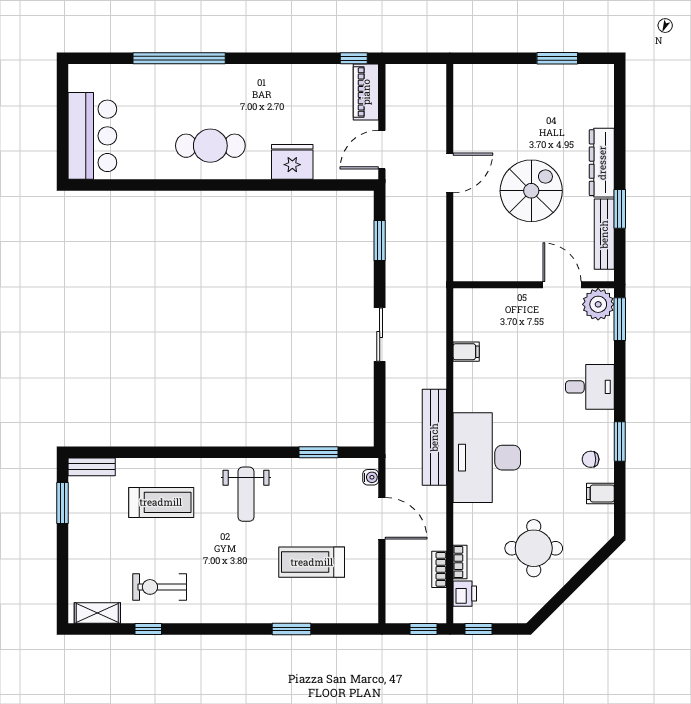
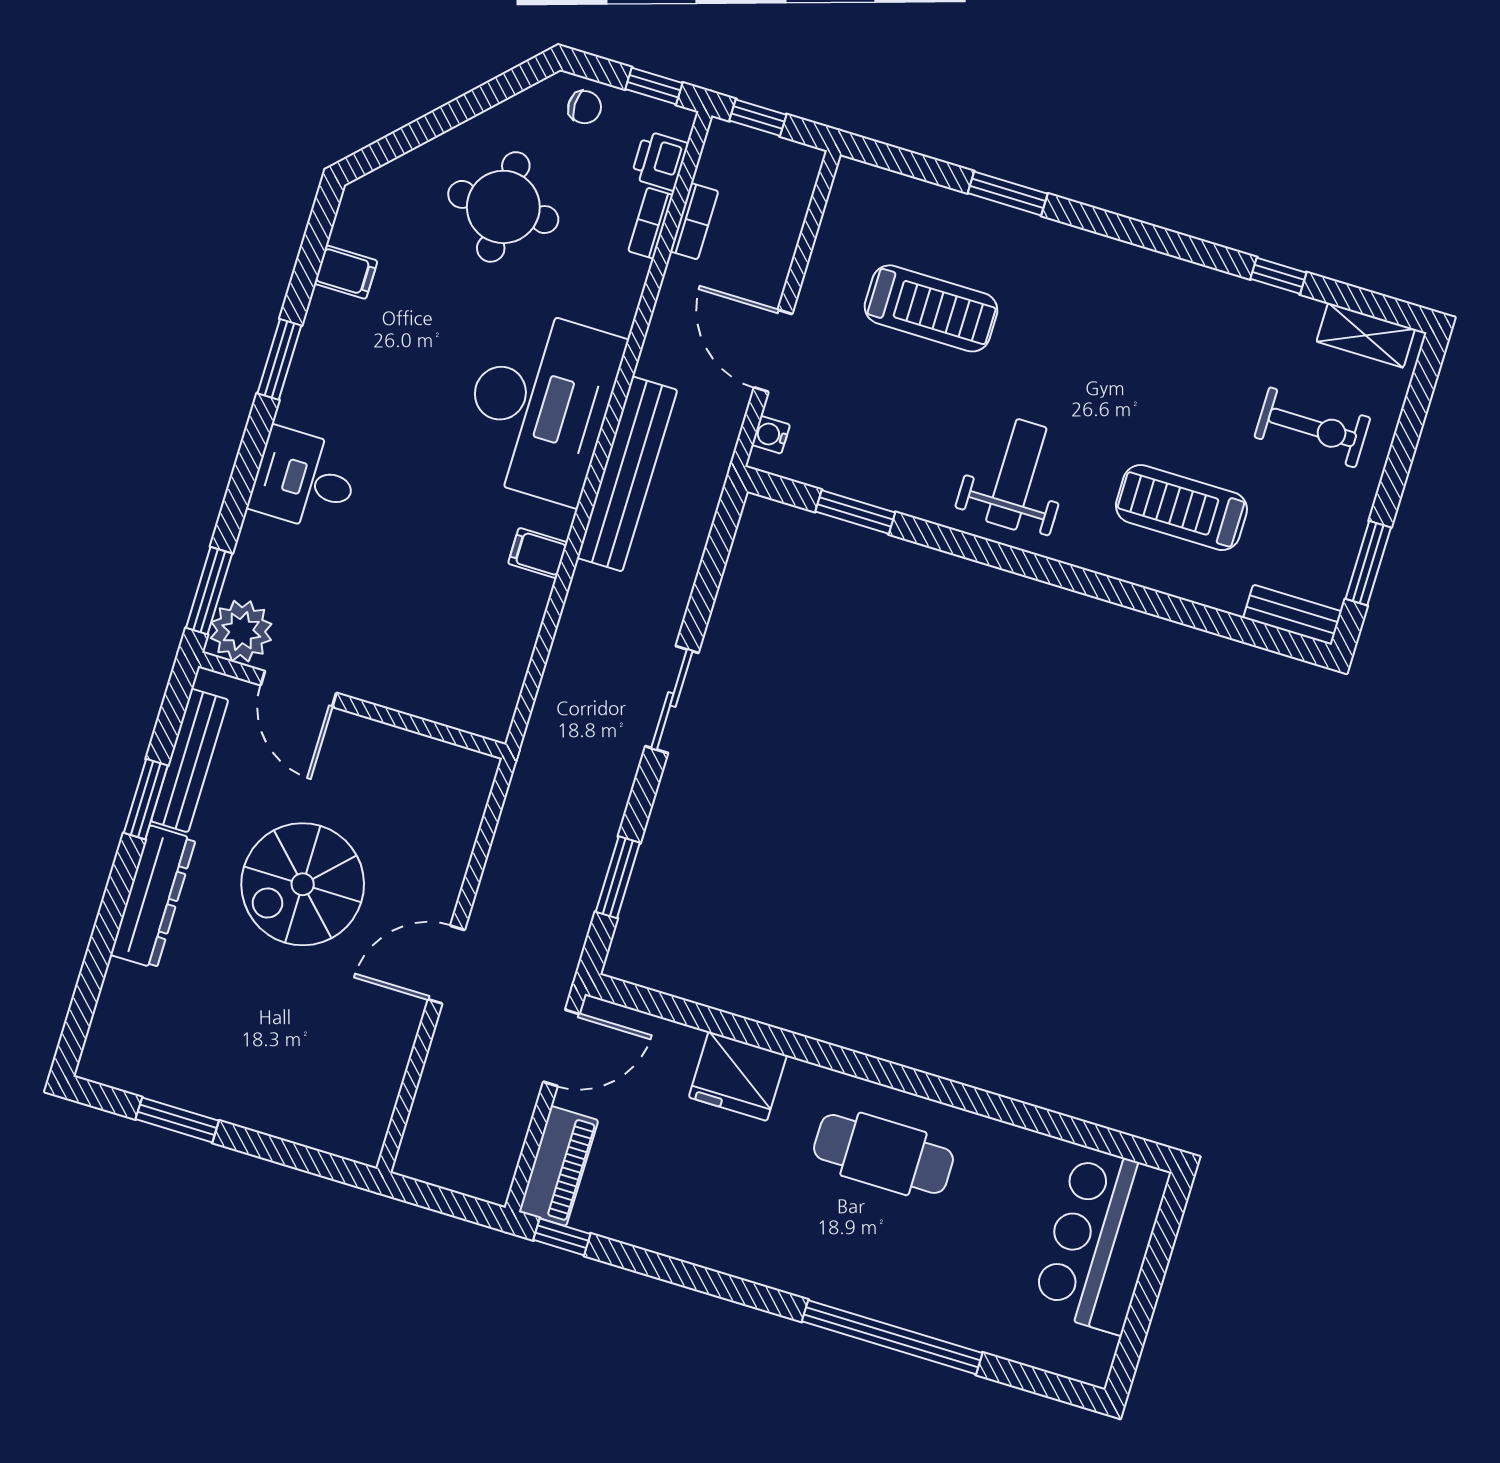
filing cabinet: (466, 352) -> (538, 553), moved
chair: (591, 459) -> (585, 107), moved
exercise bike: (160, 587) -> (1312, 427), moved

